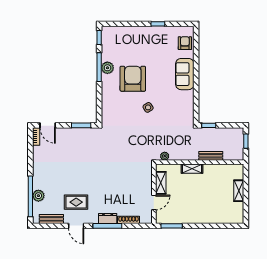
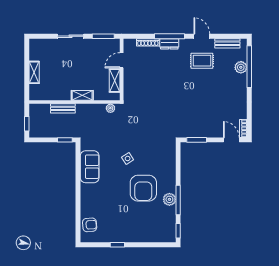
armchair: (185, 43) -> (90, 225), turned -94
sofa: (185, 74) -> (90, 167), moved
sliding door: (203, 226) -> (70, 36), added

